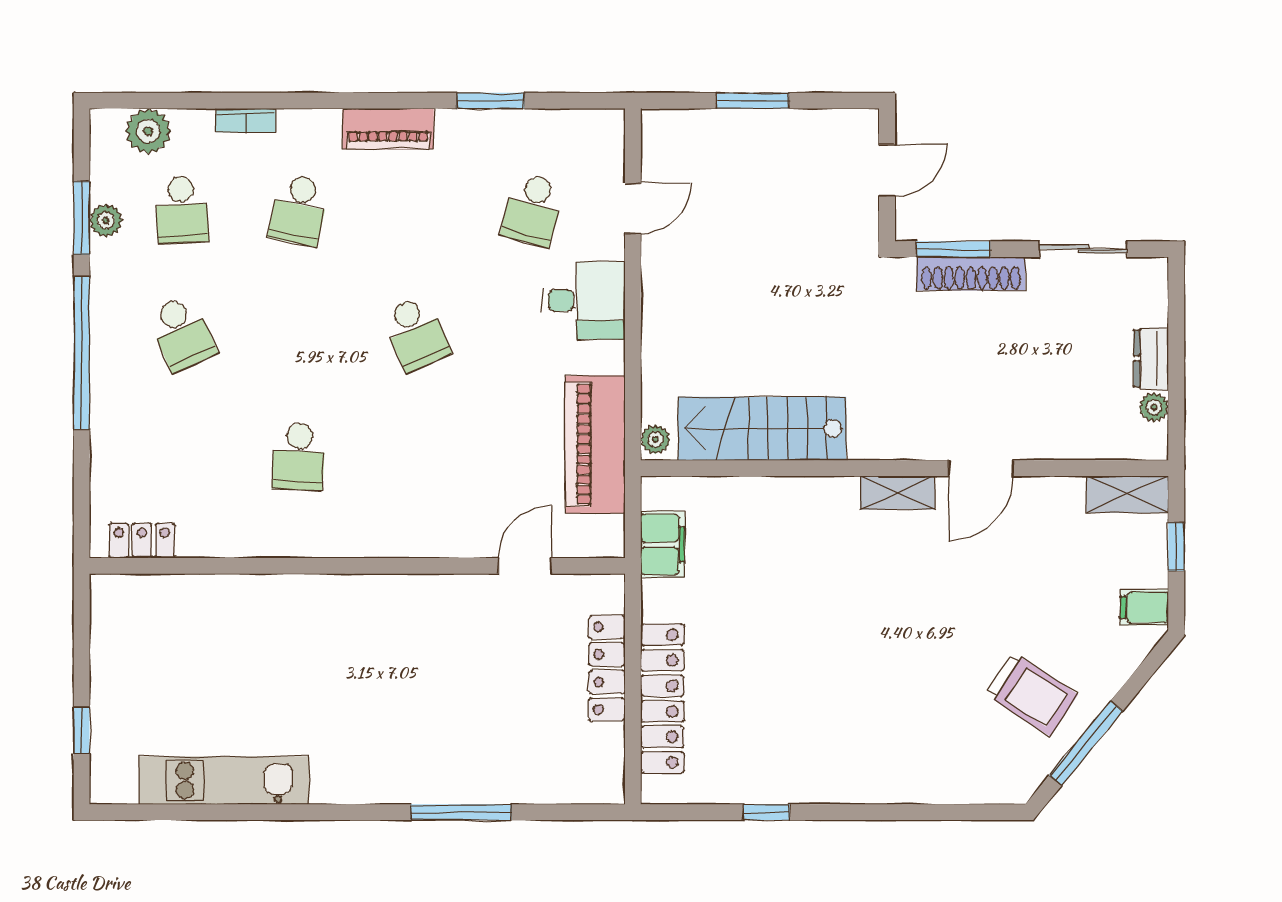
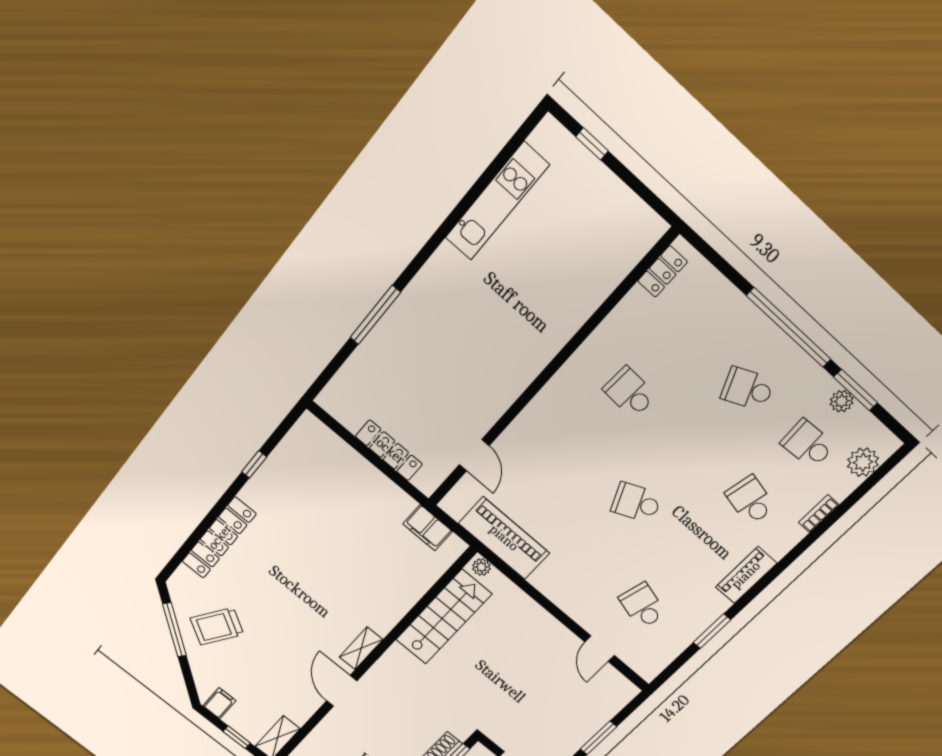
desk: (583, 300) -> (578, 591), removed
locker: (662, 699) -> (219, 538), moved, turned -90

